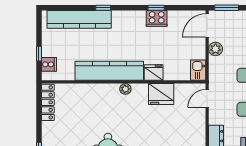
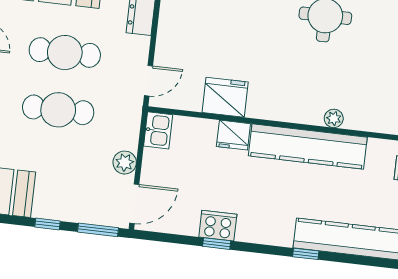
plant: (125, 89) -> (334, 118), moved

